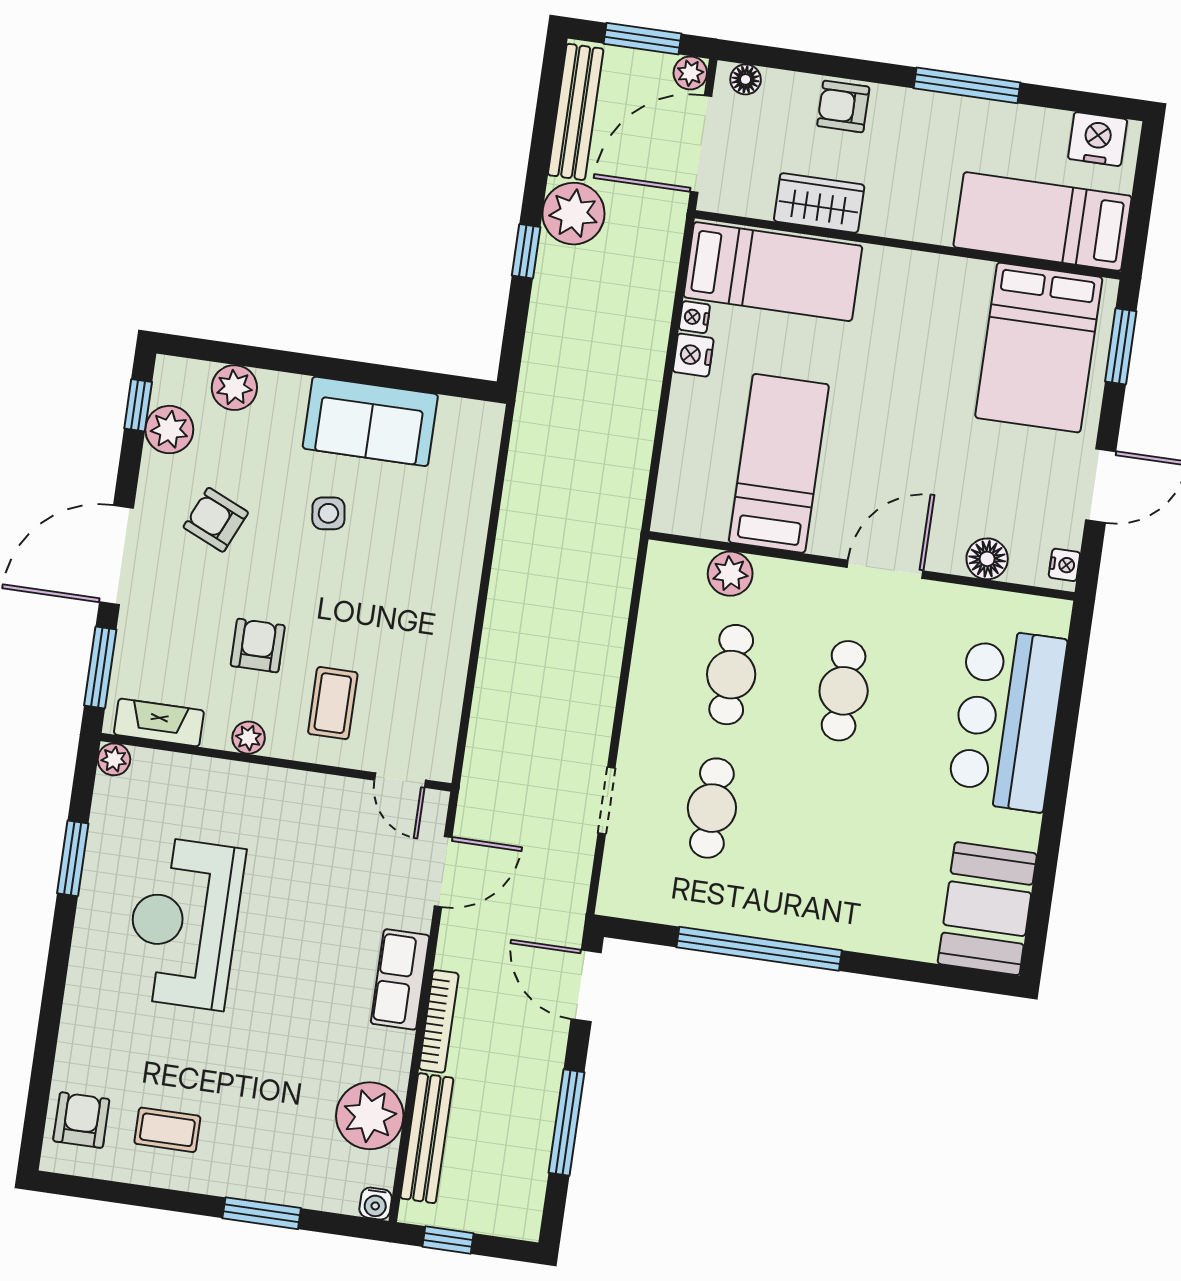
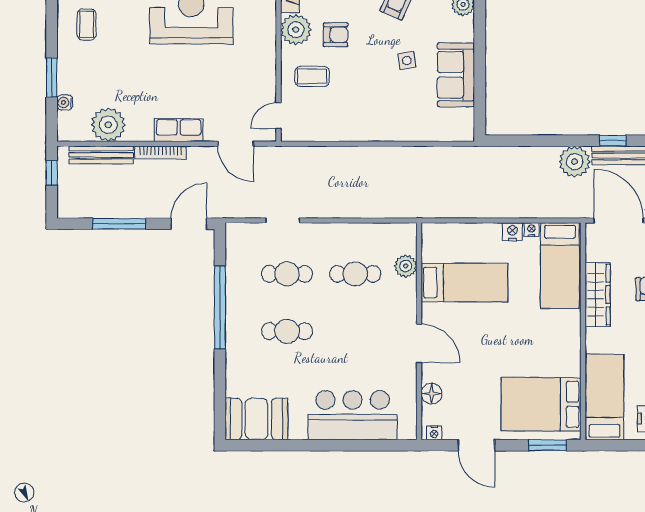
wardrobe: (819, 203) -> (598, 295), width x1.50
window: (526, 251) -> (613, 141), moved
cafe table: (844, 691) -> (287, 331), moved
plant: (249, 738) -> (296, 30), width x1.88, depth x1.88
water cooler: (376, 1204) -> (65, 102), moved

